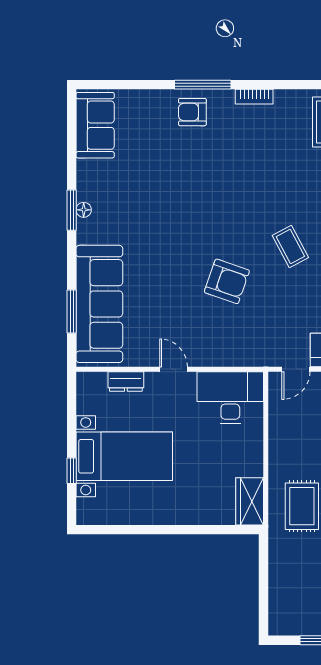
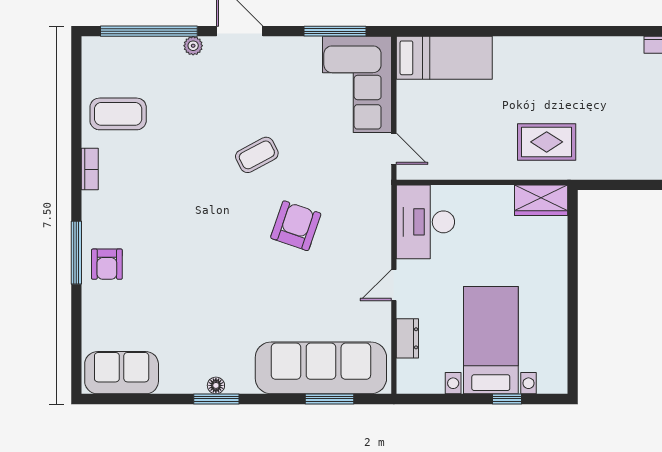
bookcase: (254, 97) -> (90, 169), moved

